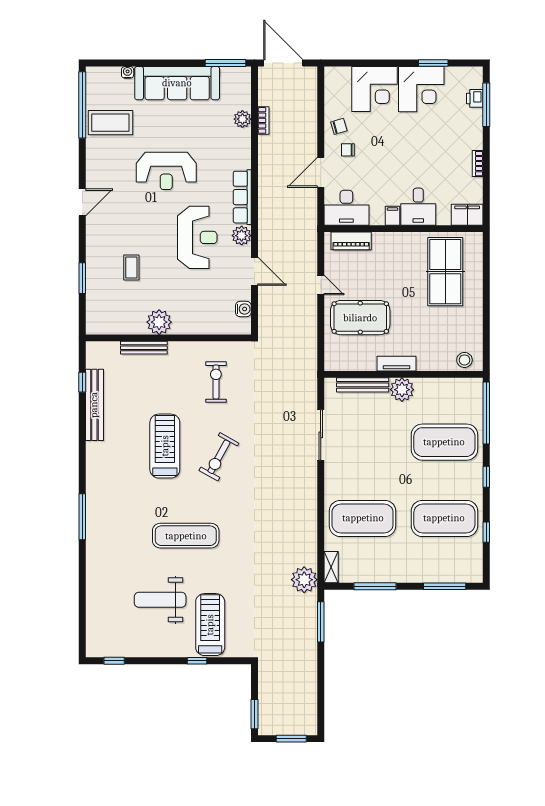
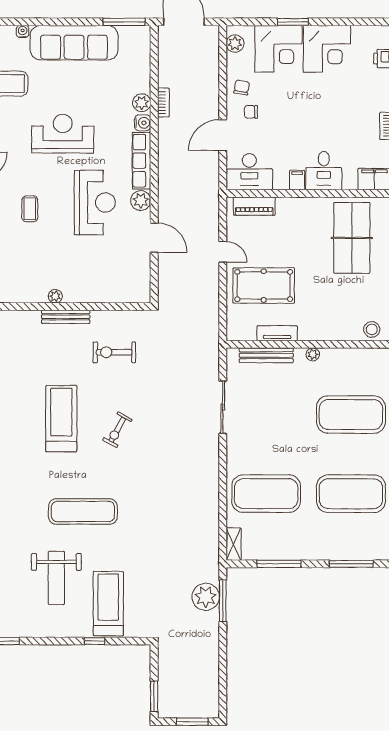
window: (433, 63) -> (293, 22), moved
plant: (333, 84) -> (235, 44), added
plant: (242, 119) -> (142, 103), moved
bookcase: (263, 120) -> (163, 103), moved
chair: (339, 126) -> (242, 87), turned -64
reception desk: (166, 171) -> (63, 134), turned 180
coffee table: (131, 268) -> (30, 209), moved
water cooler: (243, 309) -> (143, 123), moved
plant: (159, 322) -> (55, 296), width x0.53, depth x0.53
bench: (144, 348) -> (66, 317), moved
tv unit: (396, 364) -> (277, 333), moved
exercise bike: (216, 382) -> (114, 352), turned -90
plant: (402, 390) -> (313, 354), width x0.53, depth x0.53
exercise bike: (219, 457) -> (117, 430), width x0.73, depth x0.72
plant: (304, 580) -> (206, 597), moved
weight bench: (160, 600) -> (56, 578), turned -90

